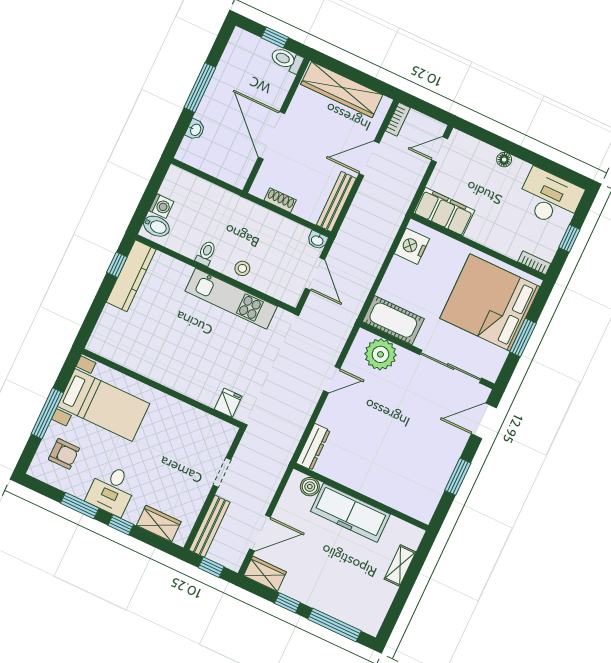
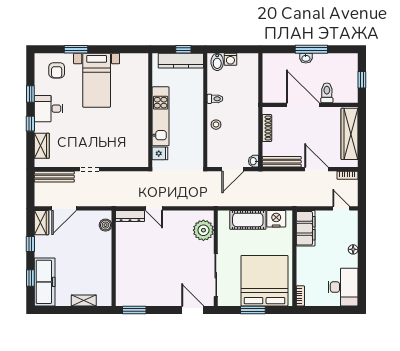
toilet: (287, 60) -> (327, 93), moved
washbasin: (195, 130) -> (306, 58), moved
door: (271, 135) -> (303, 105), hinge flipped
shoe rack: (280, 200) -> (267, 128), width x1.43
window: (569, 238) -> (325, 310), removed
kitchen unit: (231, 299) -> (161, 116), moved, turned 180
cot: (393, 320) -> (248, 220), moved, turned 90
door: (332, 380) -> (154, 208), moved
wall: (162, 388) -> (150, 110), moved
fridge: (228, 403) -> (160, 153), moved
window: (47, 413) -> (76, 49), width x0.69
window: (458, 477) -> (134, 310), moved
window: (80, 506) -> (30, 94), width x0.67
freezer: (350, 513) -> (45, 282), moved, turned 180
door: (260, 533) -> (64, 208), hinge flipped
window: (211, 567) -> (30, 189), removed
window: (334, 625) -> (30, 278), width x0.46

